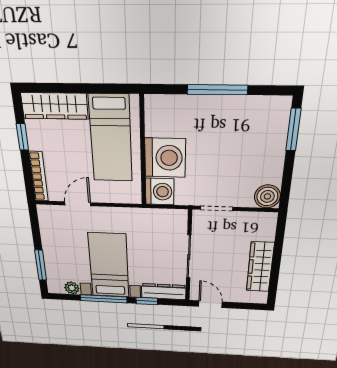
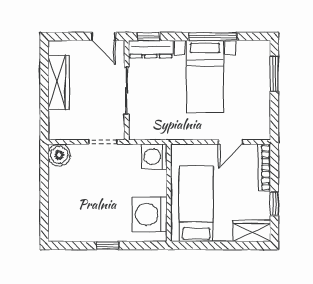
window: (217, 90) -> (108, 245), width x0.46
wardrobe: (55, 106) -> (252, 231), width x0.67
window: (293, 130) -> (44, 214), removed
washing machine: (165, 158) -> (149, 214), moved
plant: (72, 288) -> (245, 48), removed
window: (147, 301) -> (149, 37), moved

